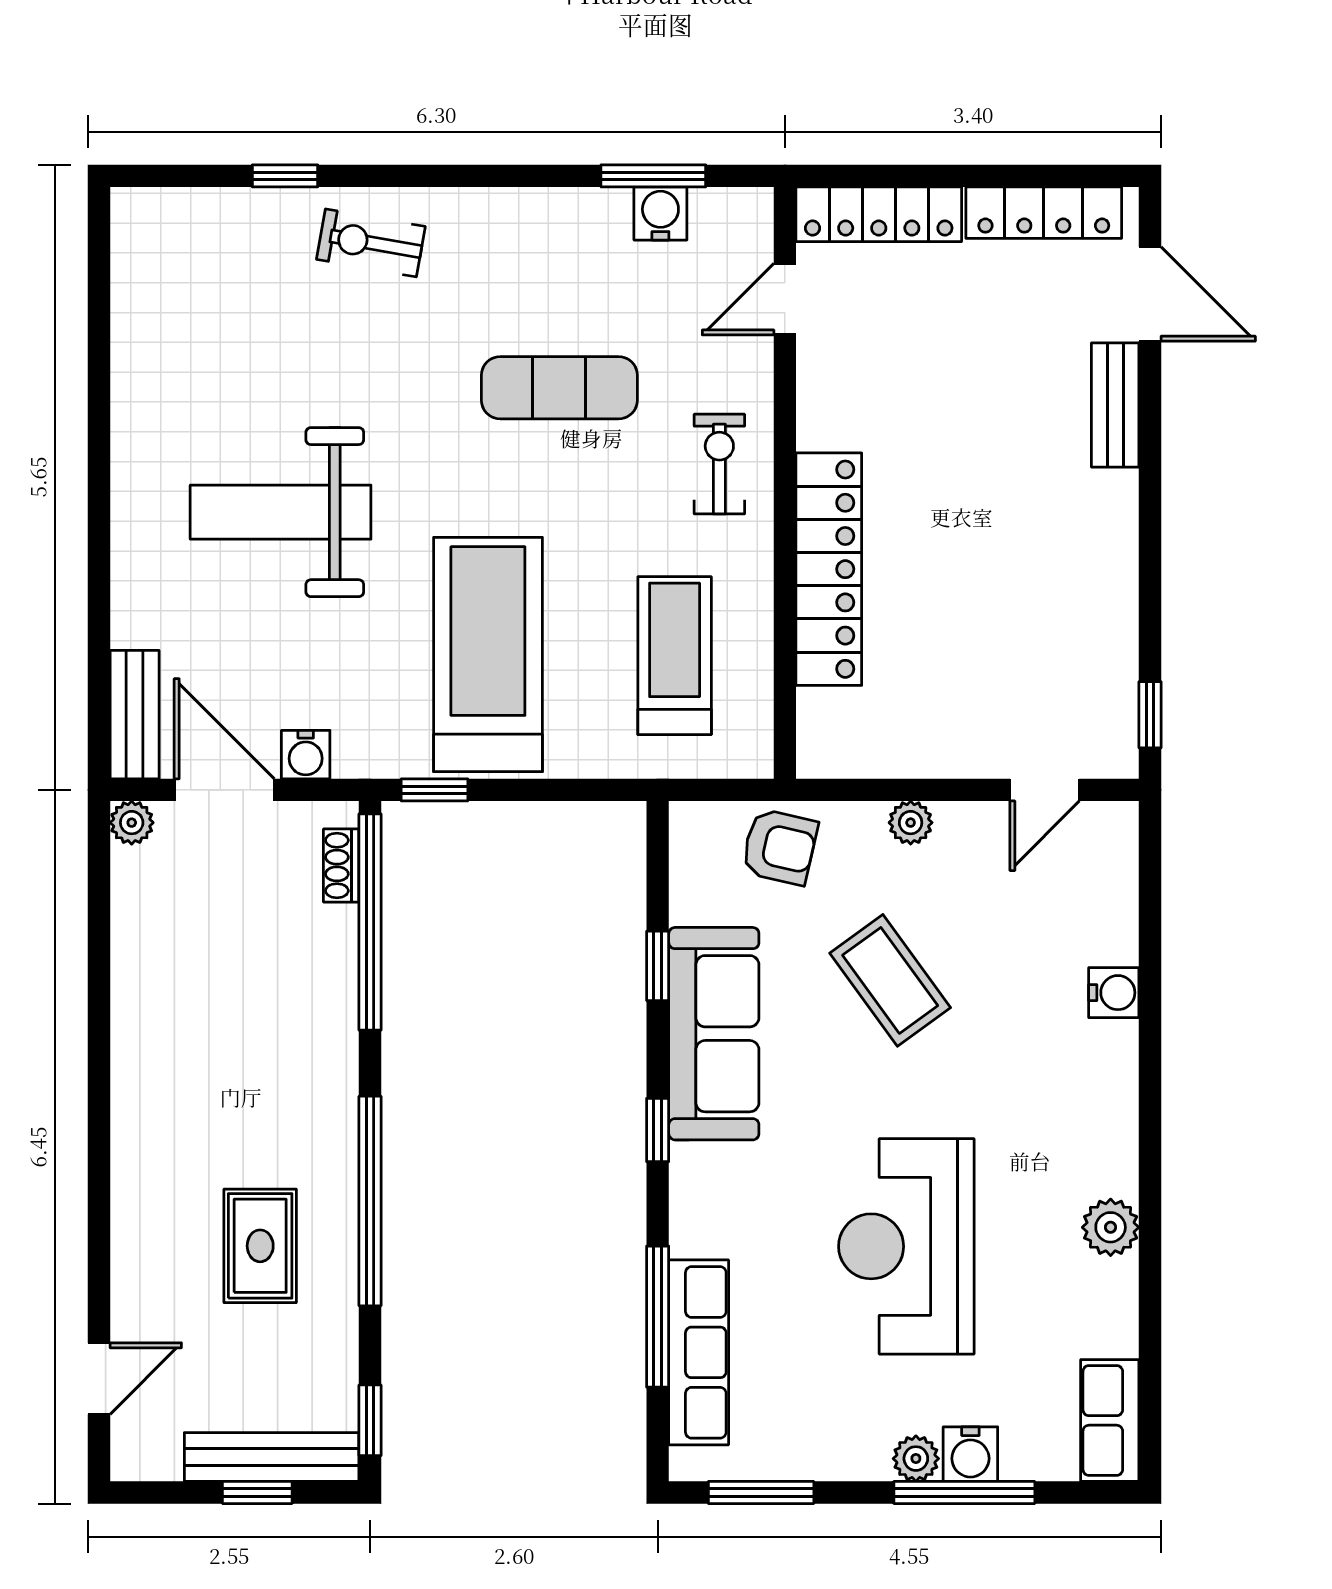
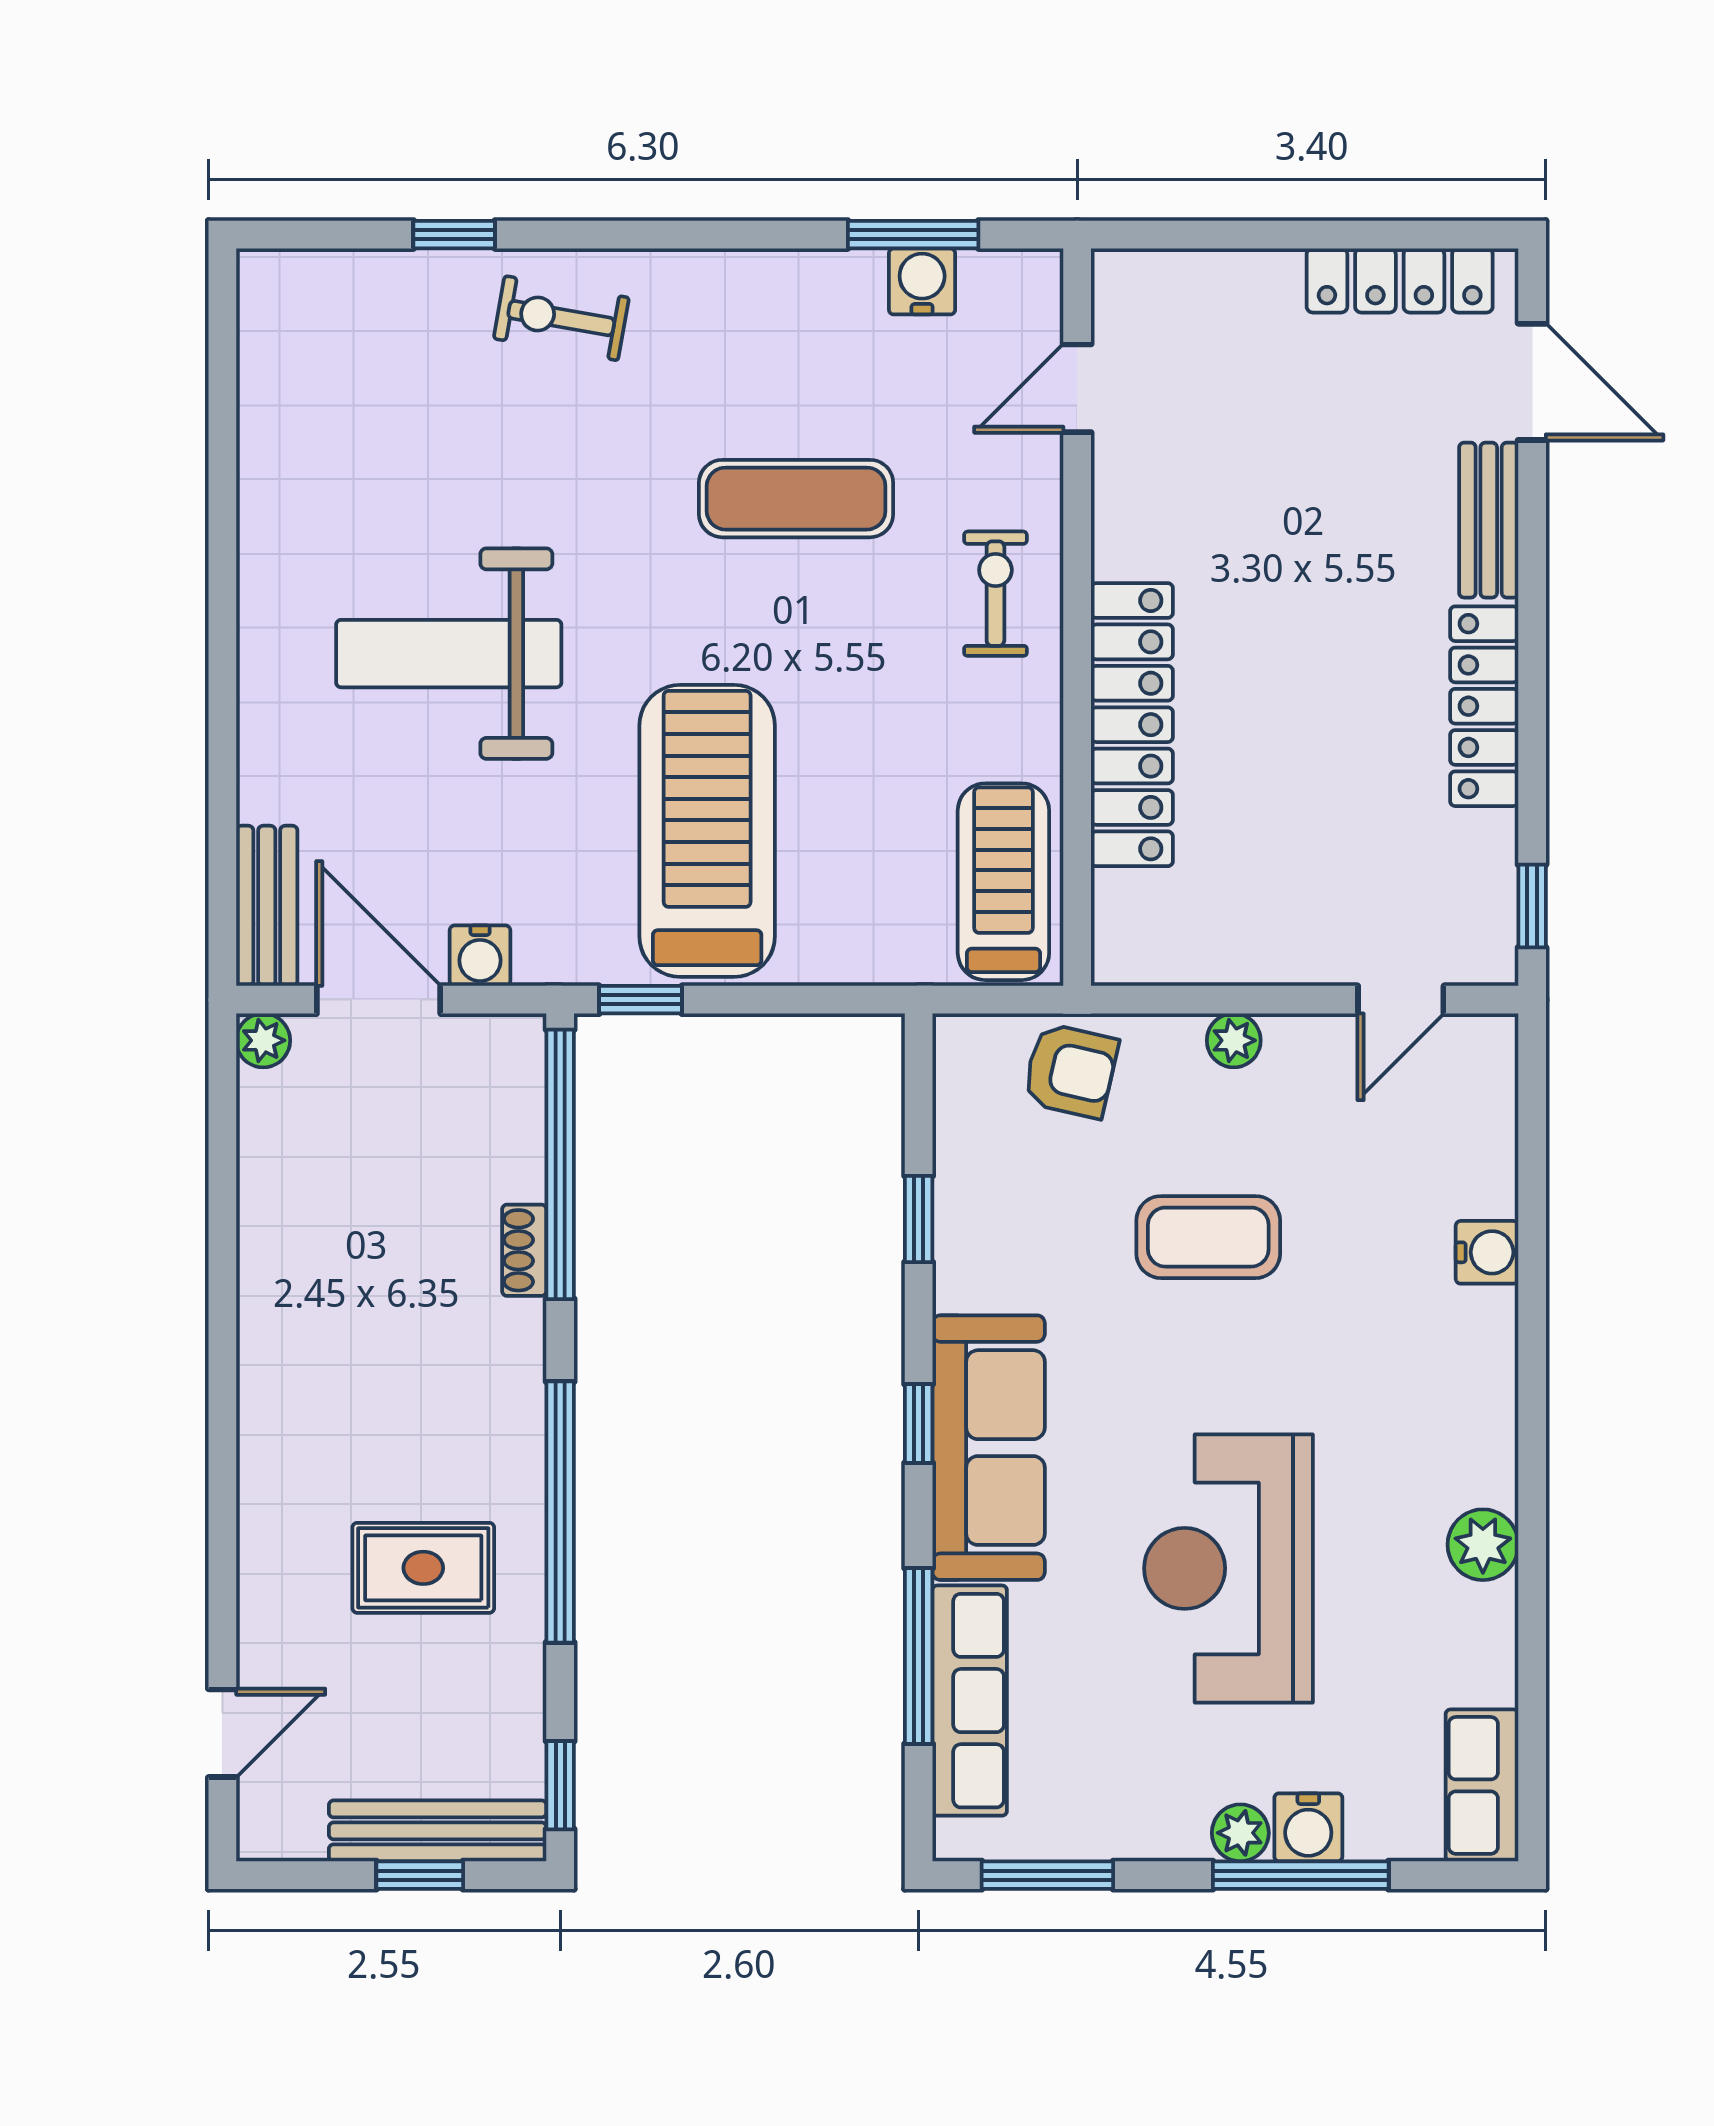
locker: (879, 214) -> (1484, 706), moved, turned 90
treadmill: (675, 656) -> (1003, 882), moved
shoe rack: (341, 865) -> (524, 1250), moved
coffee table: (890, 980) -> (1208, 1237), turned -54
sofa: (714, 1034) -> (989, 1448), moved
rug: (260, 1246) -> (423, 1568), turned 90

